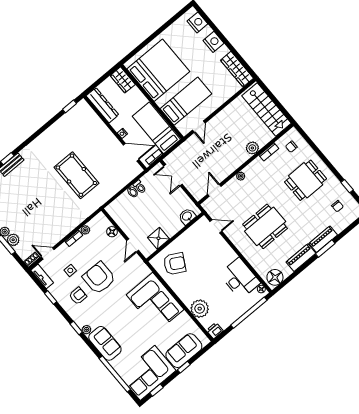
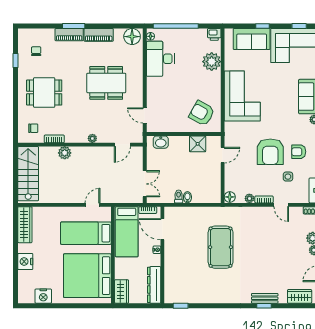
nightstand: (197, 22) -> (43, 296), moved, turned -90
floor lamp: (112, 232) -> (230, 197), moved
door: (48, 253) -> (281, 205), moved

